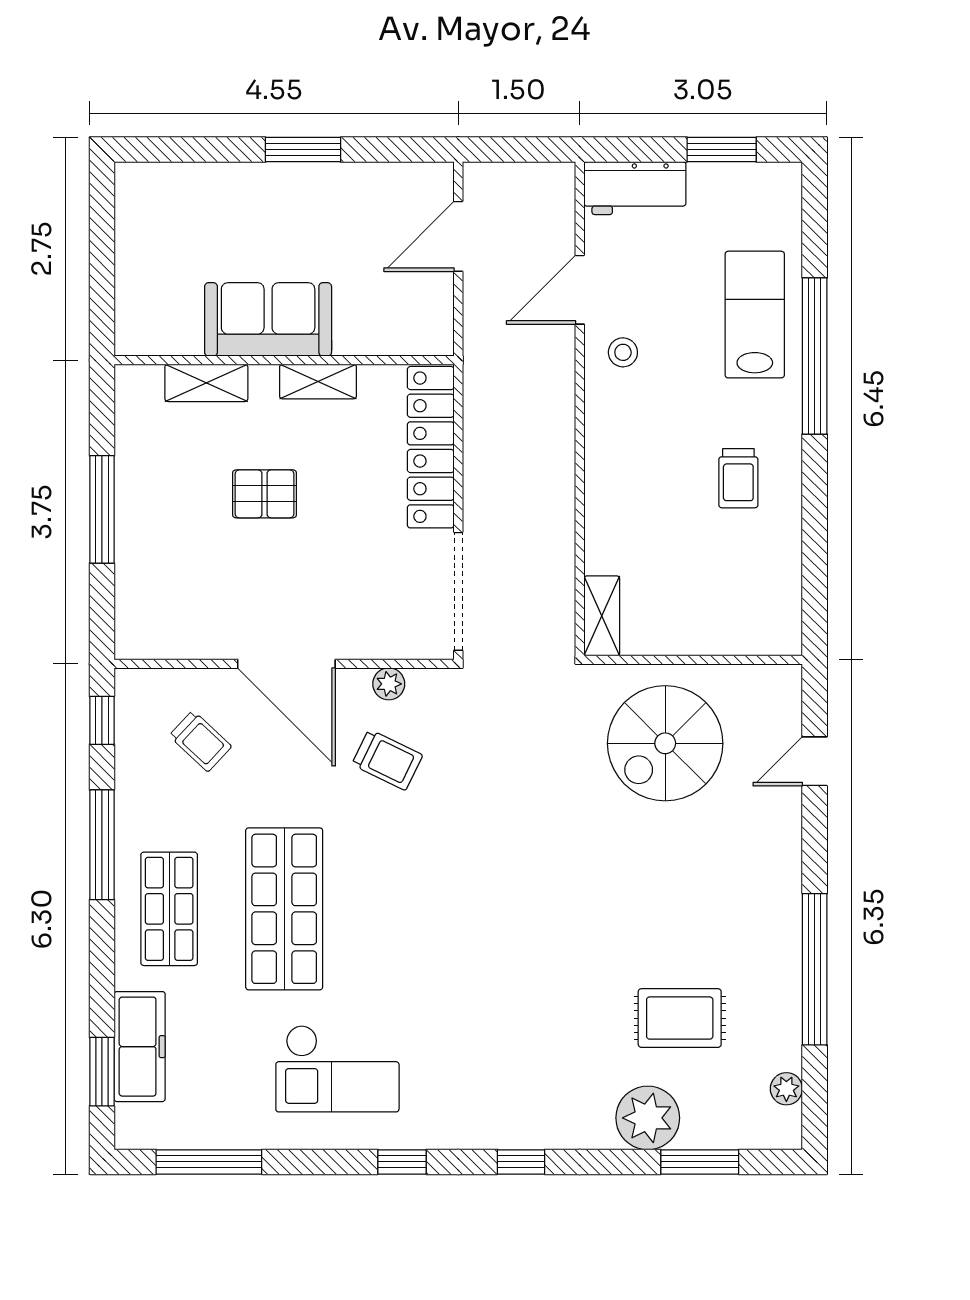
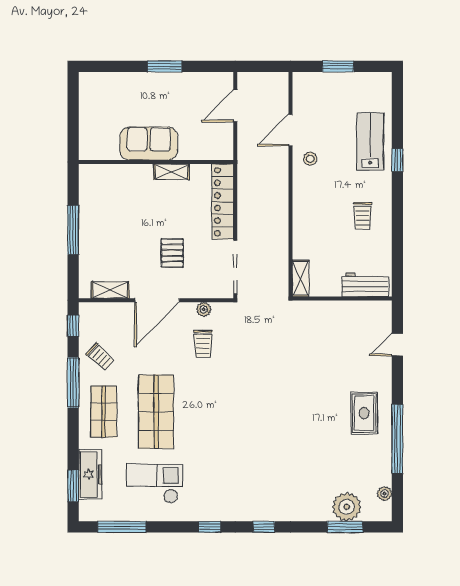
window: (722, 150) -> (338, 66), moved
workbench: (635, 188) -> (365, 285), moved, turned 180
window: (815, 356) -> (397, 160), width x0.32
shelving: (206, 383) -> (110, 290), moved
pallet: (265, 494) -> (172, 253), moved, turned 90
door: (286, 664) -> (157, 300), hinge flipped
trolley: (200, 741) -> (100, 357), moved
spiral stairs: (665, 743) -> (329, 336), removed
trolley: (387, 760) -> (203, 344), turned 64
rug: (680, 1018) -> (364, 413), moved, turned 90
checkout: (337, 1069) -> (154, 483), moved, turned 180
plant: (648, 1118) -> (347, 507), moved

